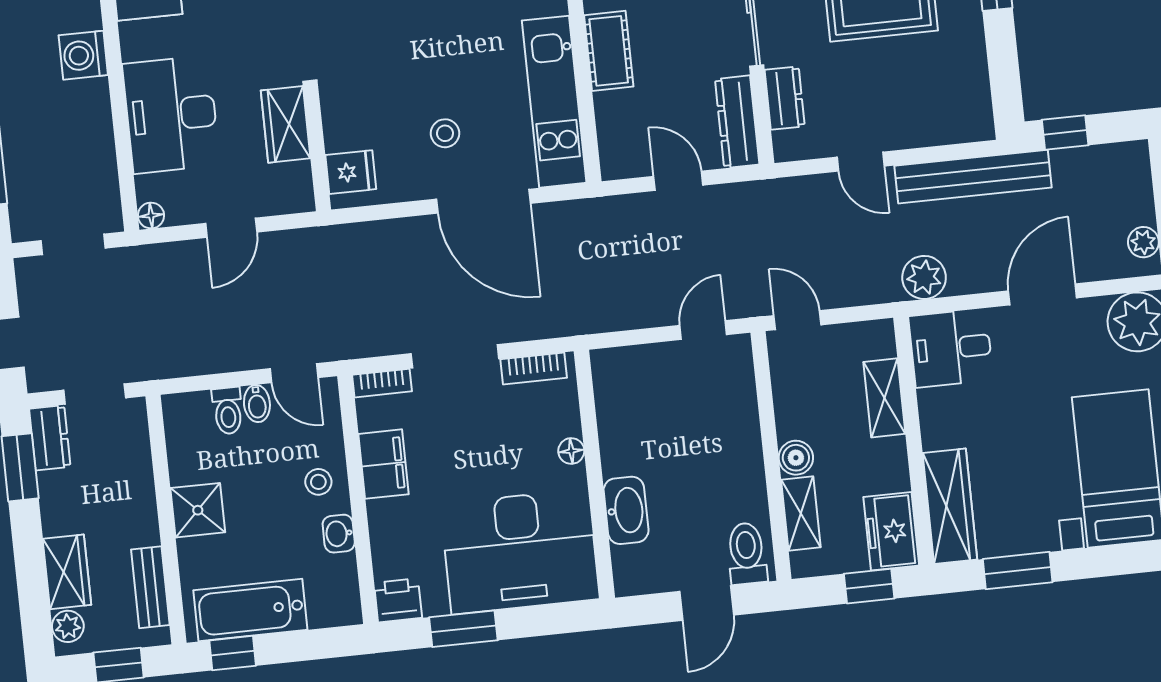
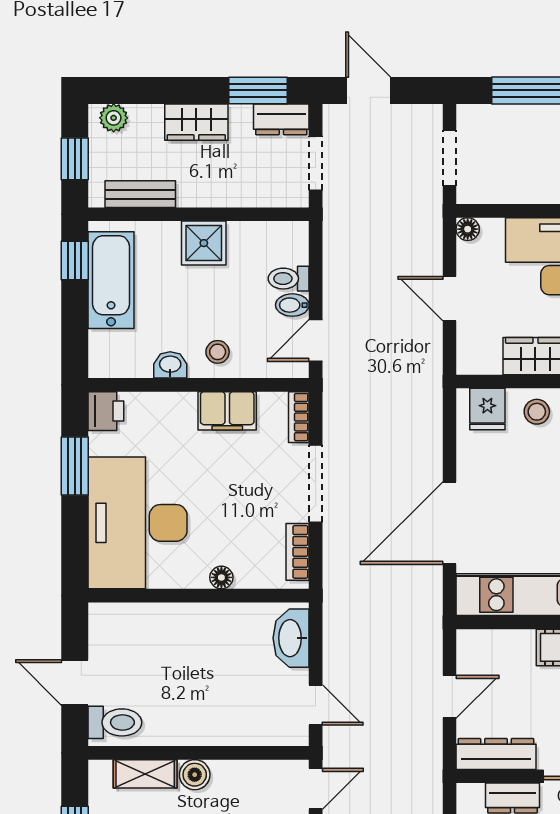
stool: (445, 133) -> (537, 412), moved
washbasin: (626, 510) -> (291, 638), moved, turned 90
wardrobe: (67, 572) -> (196, 122), moved

